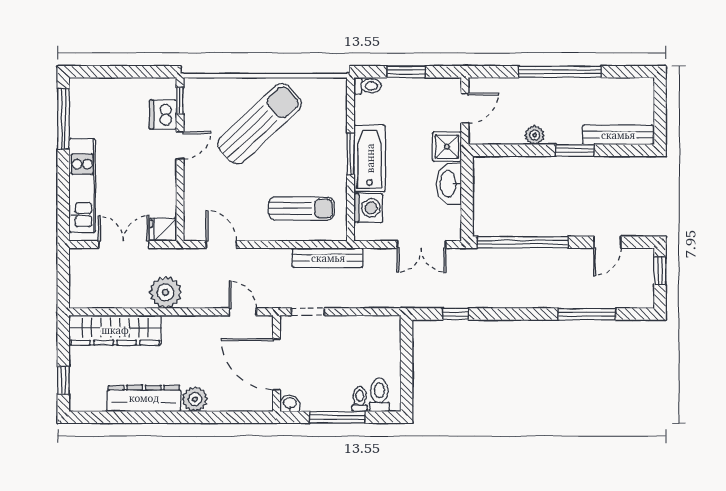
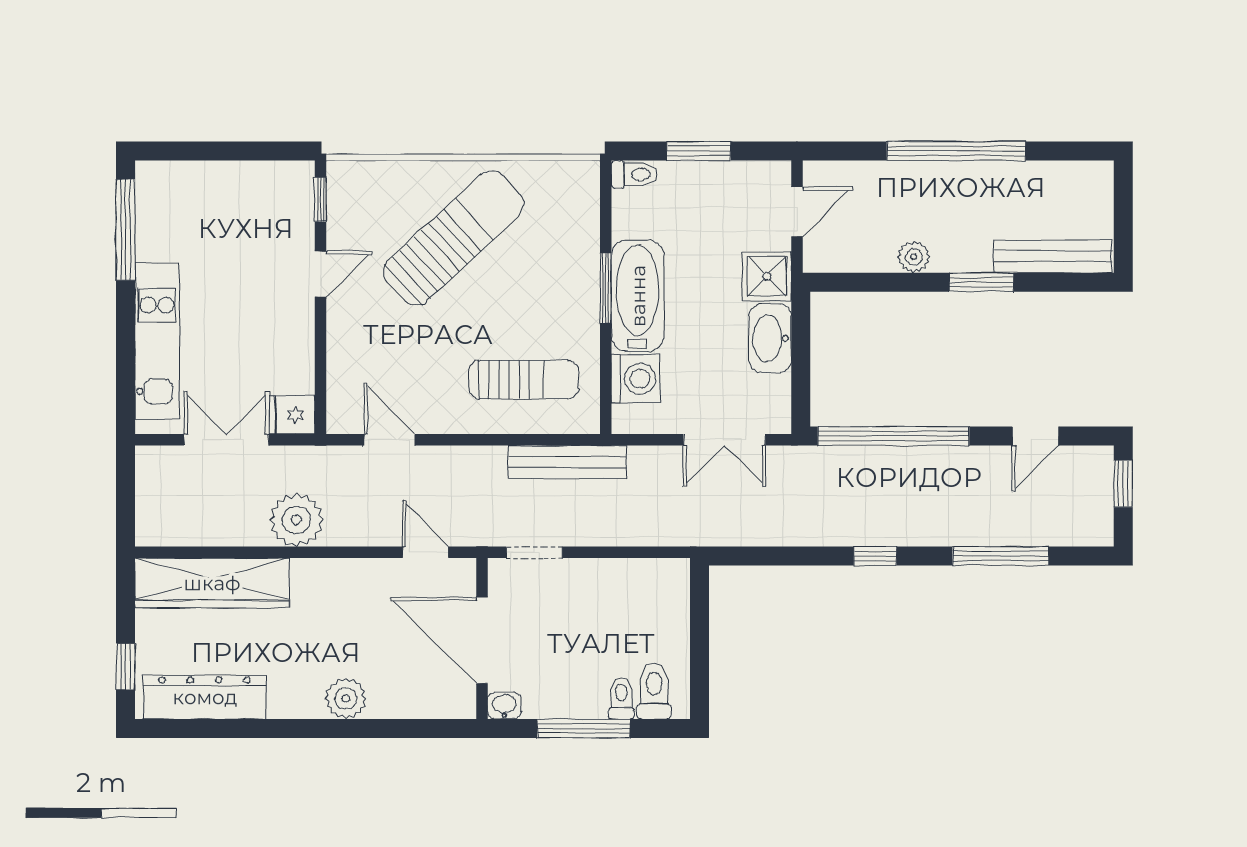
dishwasher: (163, 114) -> (292, 222), removed
window: (456, 314) -> (875, 556), moved
dresser: (144, 398) -> (205, 697), moved

